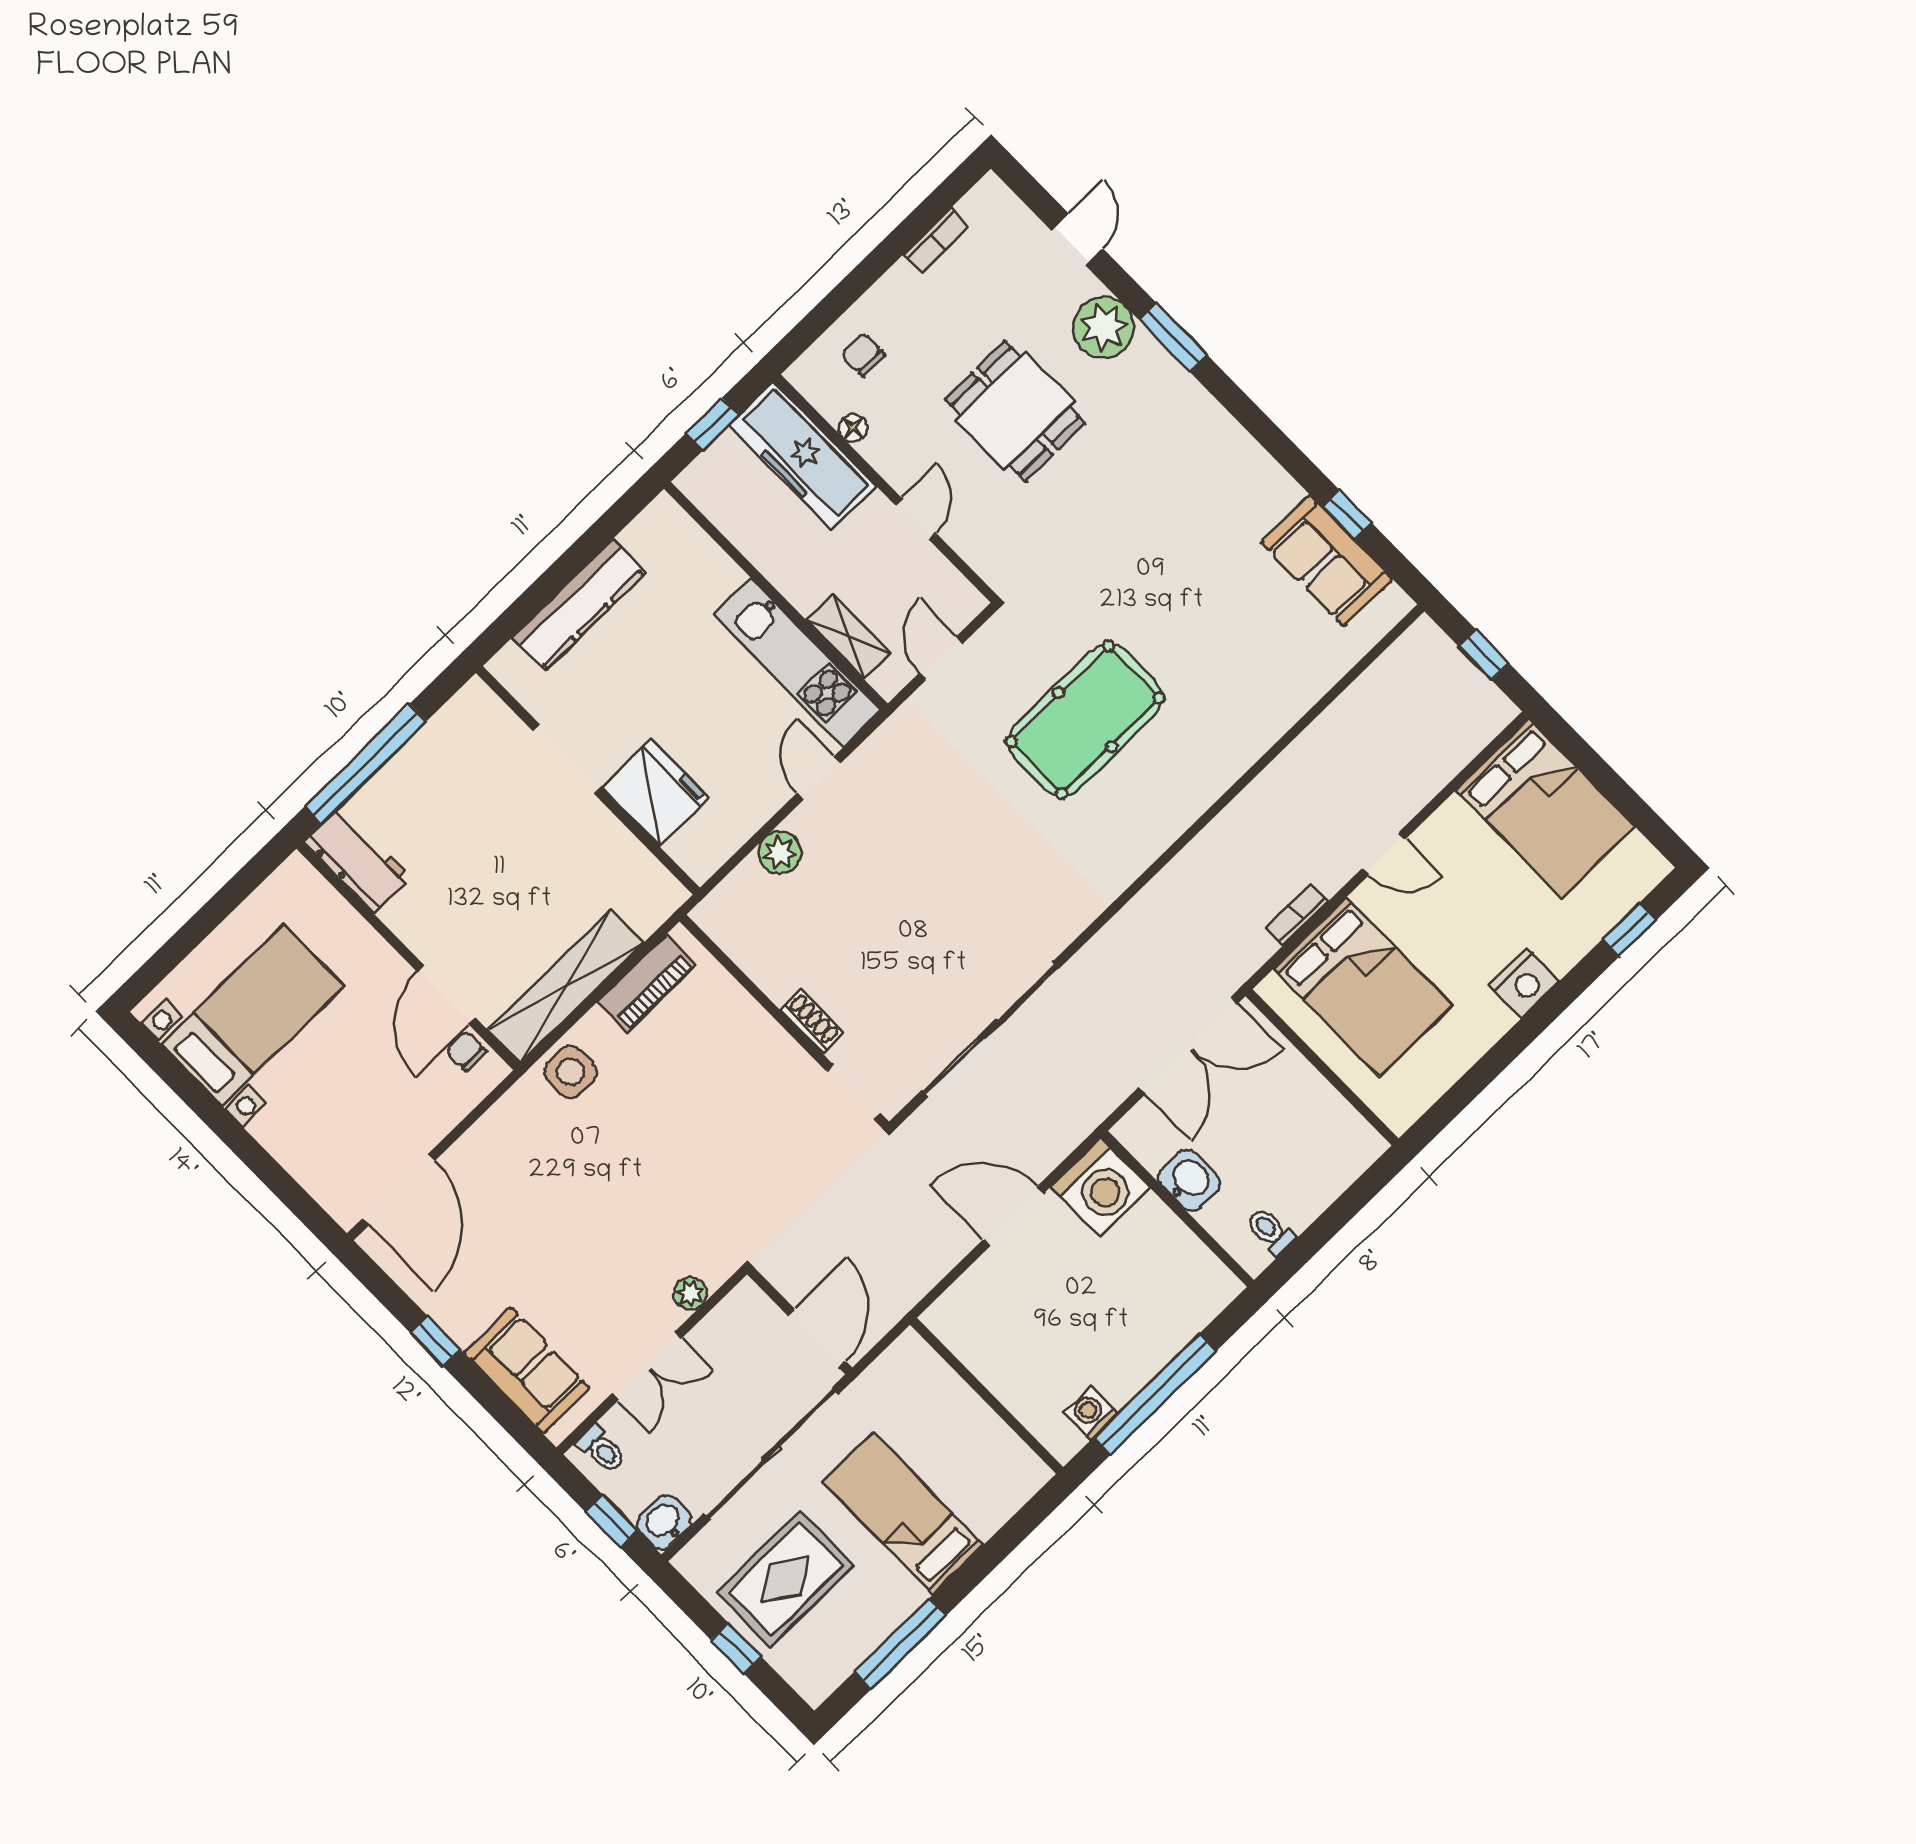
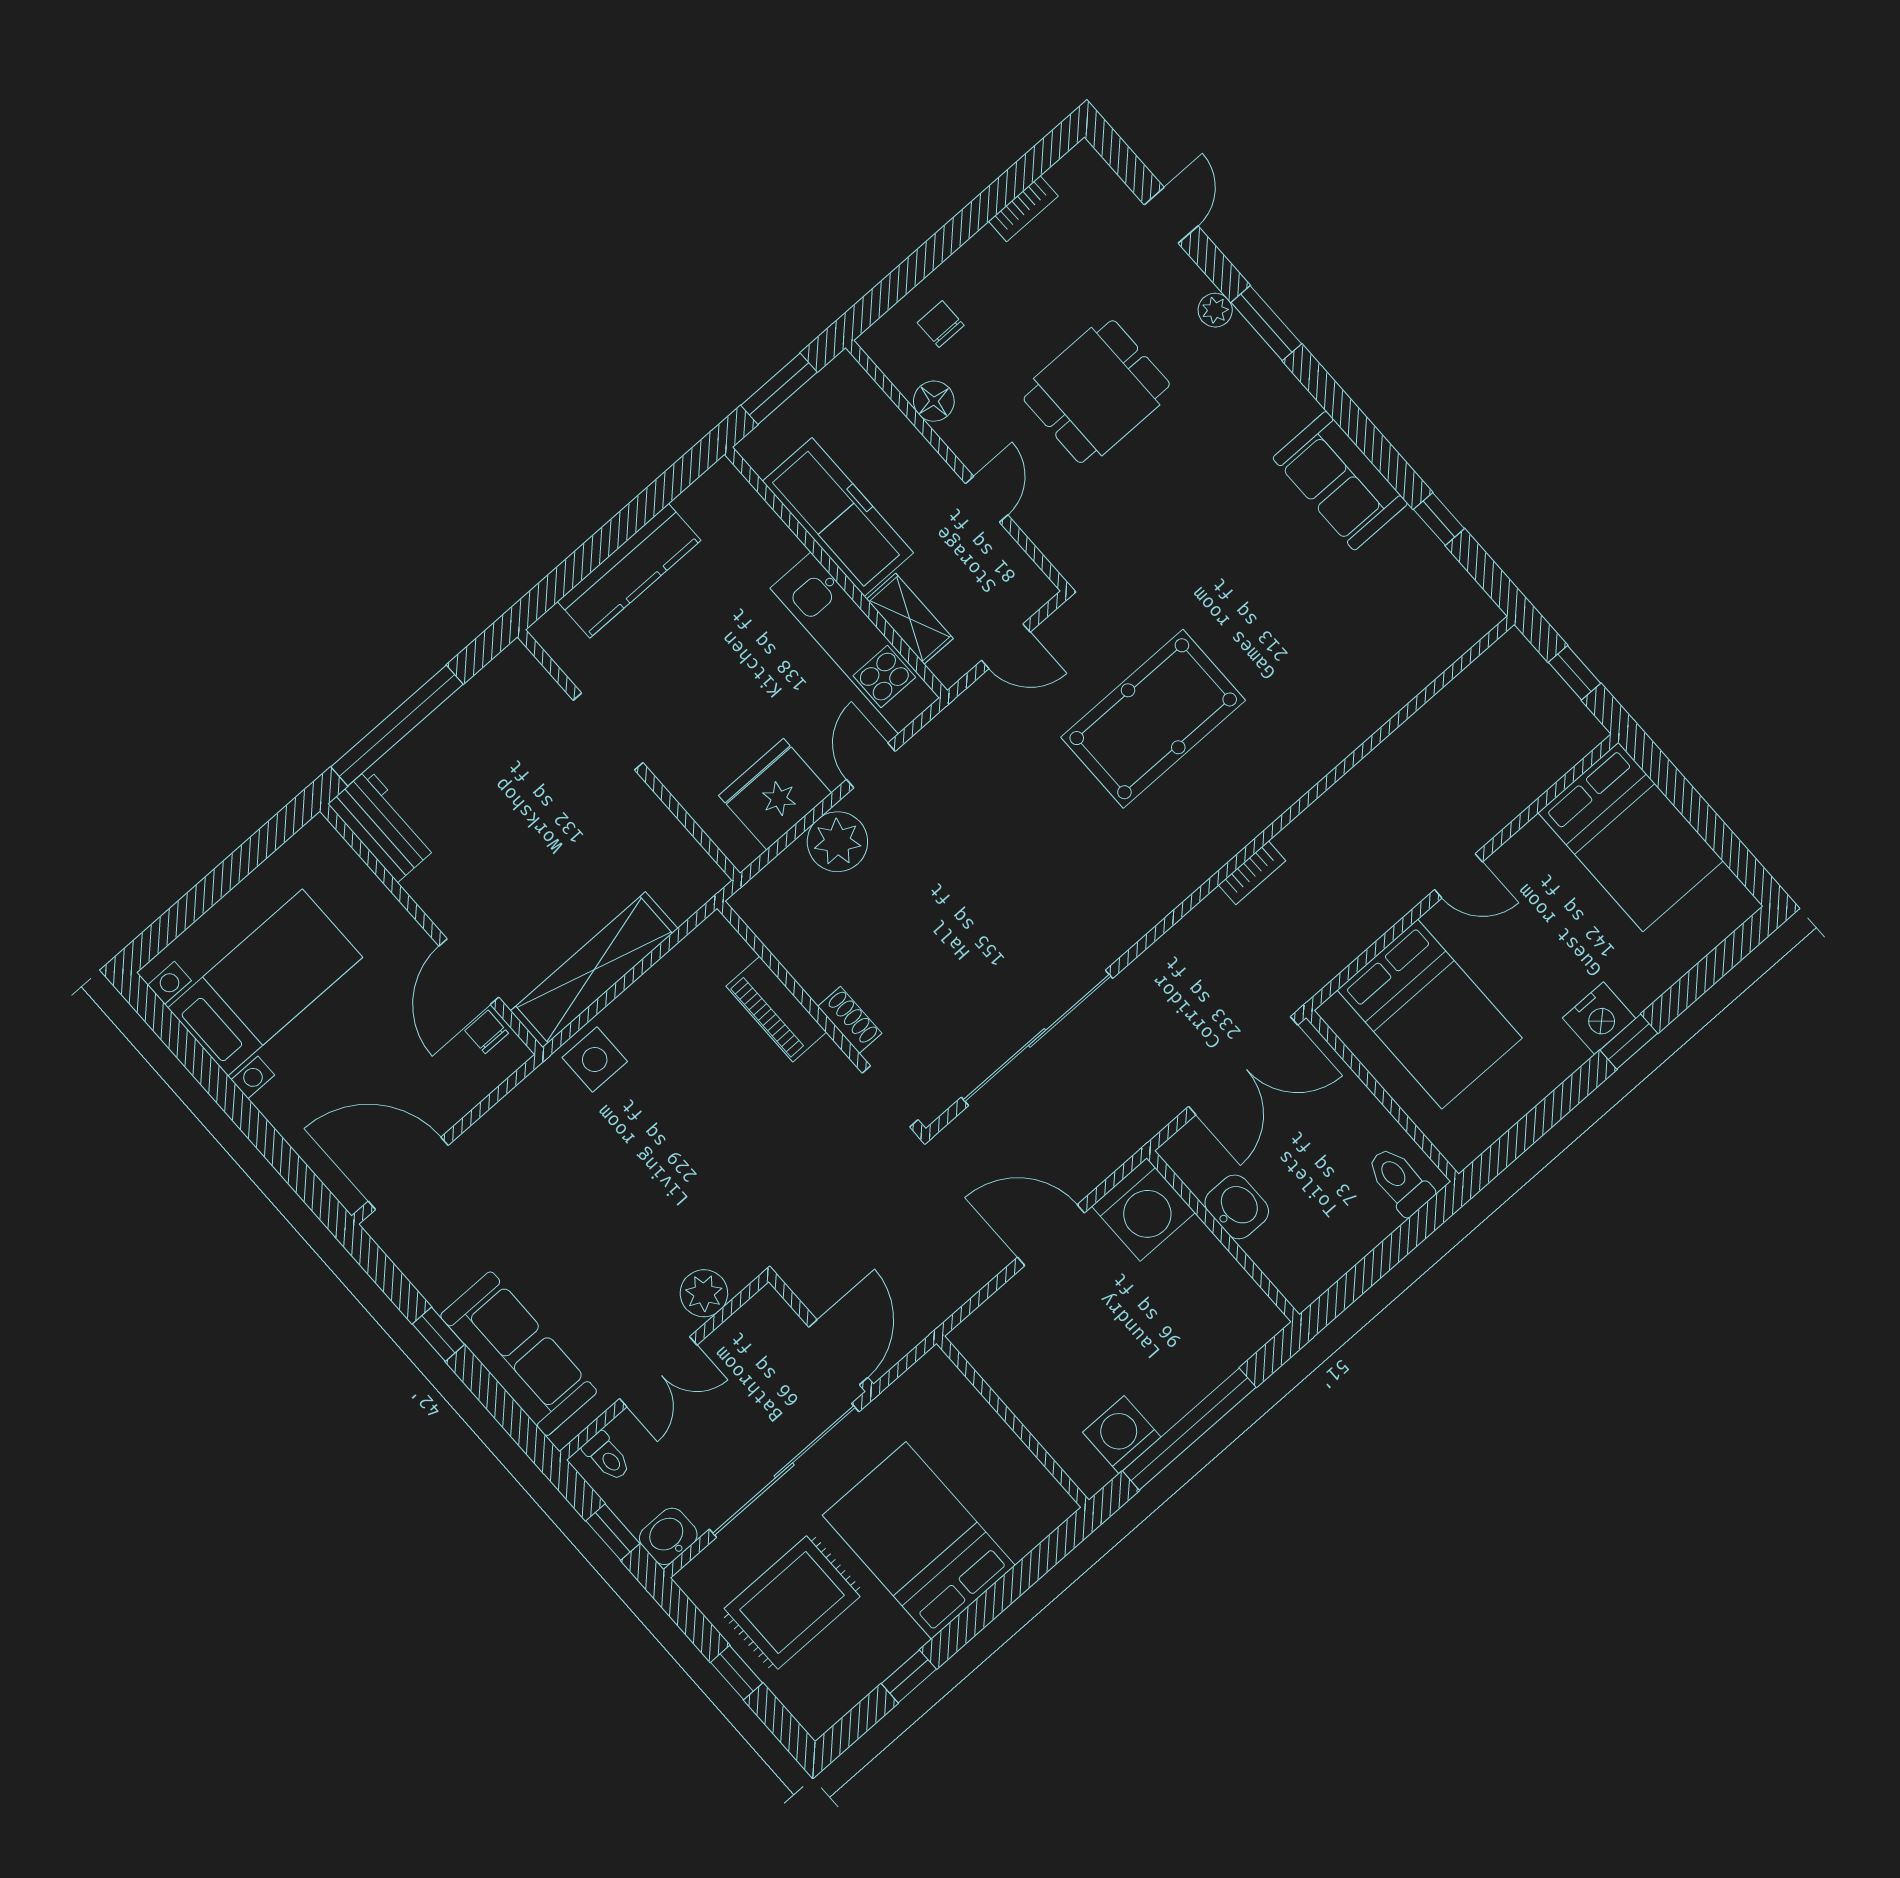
plant: (1104, 327) -> (1215, 310), width x0.53, depth x0.53
dining table: (1015, 411) -> (1097, 392), turned 90
window: (712, 424) -> (779, 389), width x1.50
floor lamp: (853, 428) -> (934, 401), width x1.37, depth x1.37
freezer: (803, 456) -> (838, 517), moved, turned 180
sofa: (1327, 561) -> (1340, 481), moved
door: (941, 658) -> (1006, 646), swing flipped
fridge: (655, 793) -> (775, 794), moved, turned -90
plant: (780, 852) -> (837, 842), width x1.36, depth x1.36
bookcase: (1297, 914) -> (1252, 873), moved, turned 180
window: (1629, 930) -> (1629, 1042), moved
piano: (647, 983) -> (776, 1009), moved, turned 90
door: (399, 1190) -> (408, 1173), swing flipped
toilet: (1270, 1231) -> (1400, 1181), moved, width x1.37, depth x1.39
plant: (690, 1293) -> (704, 1293), width x1.38, depth x1.38
sofa: (527, 1370) -> (519, 1354), width x1.36
washing machine: (1091, 1413) -> (1122, 1435), width x1.38, depth x1.38
bed: (903, 1514) -> (919, 1540), width x1.50
window: (900, 1644) -> (909, 1676), width x0.46

